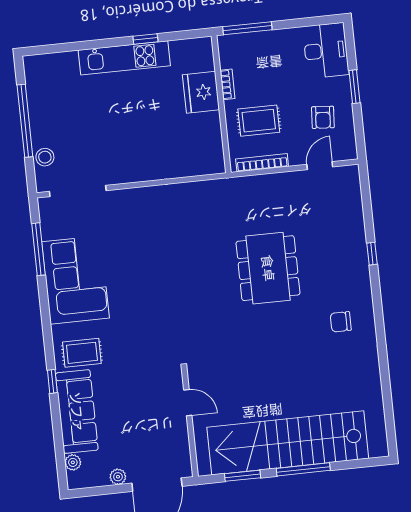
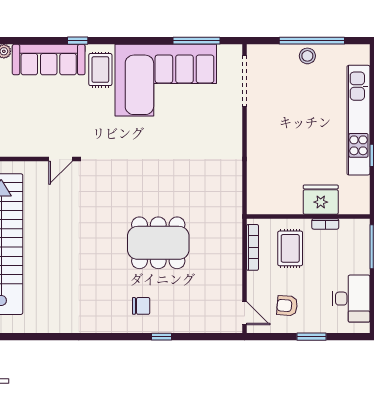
desk: (326, 51) -> (351, 299), moved, turned -90
kitchen unit: (124, 58) -> (358, 120), width x1.36
stool: (45, 157) -> (307, 56), moved
door: (320, 166) -> (245, 313), moved
corner sofa: (75, 280) -> (166, 80), width x1.36, depth x1.36
chair: (341, 322) -> (141, 306), moved, turned 90
door: (188, 403) -> (61, 159), moved

